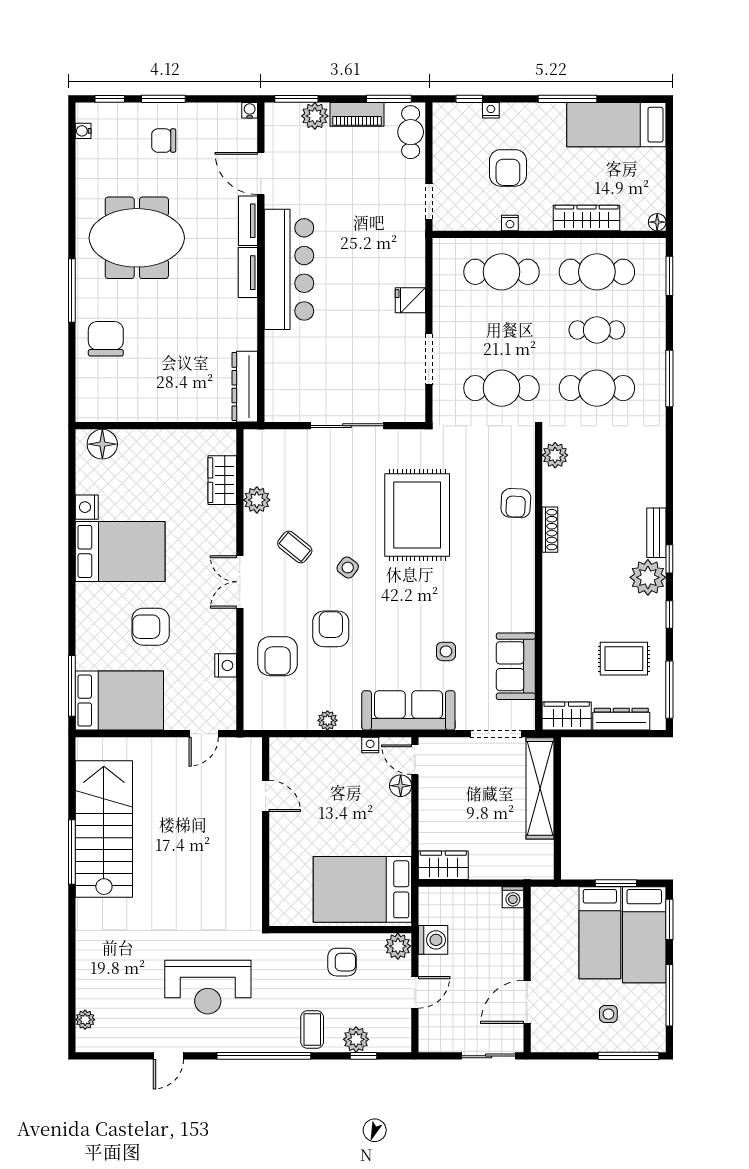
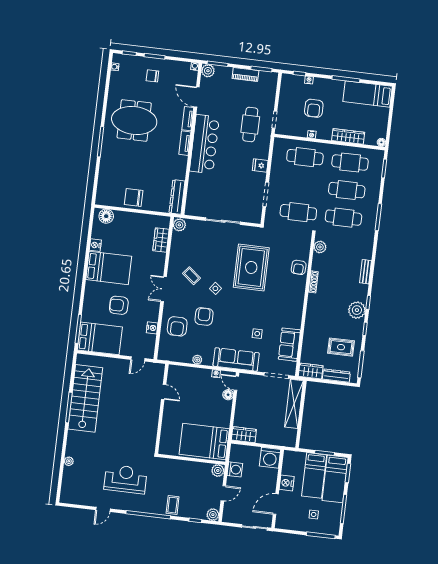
plant: (315, 116) -> (208, 71), moved
cafe table: (411, 132) -> (250, 125), moved, width x1.37, depth x1.35
cafe table: (597, 330) -> (347, 190), width x1.37, depth x1.35
chair: (106, 339) -> (134, 198), moved, turned -90
plant: (257, 500) -> (179, 225), moved
bench: (656, 533) -> (366, 272), moved
washing machine: (513, 897) -> (270, 458), width x1.89, depth x1.89
nightstand: (544, 955) -> (287, 483), added
armchair: (342, 962) -> (190, 475), removed
reception desk: (208, 987) -> (126, 479), turned 180
plant: (85, 1020) -> (69, 461), moved
plant: (356, 1039) -> (213, 515), moved

